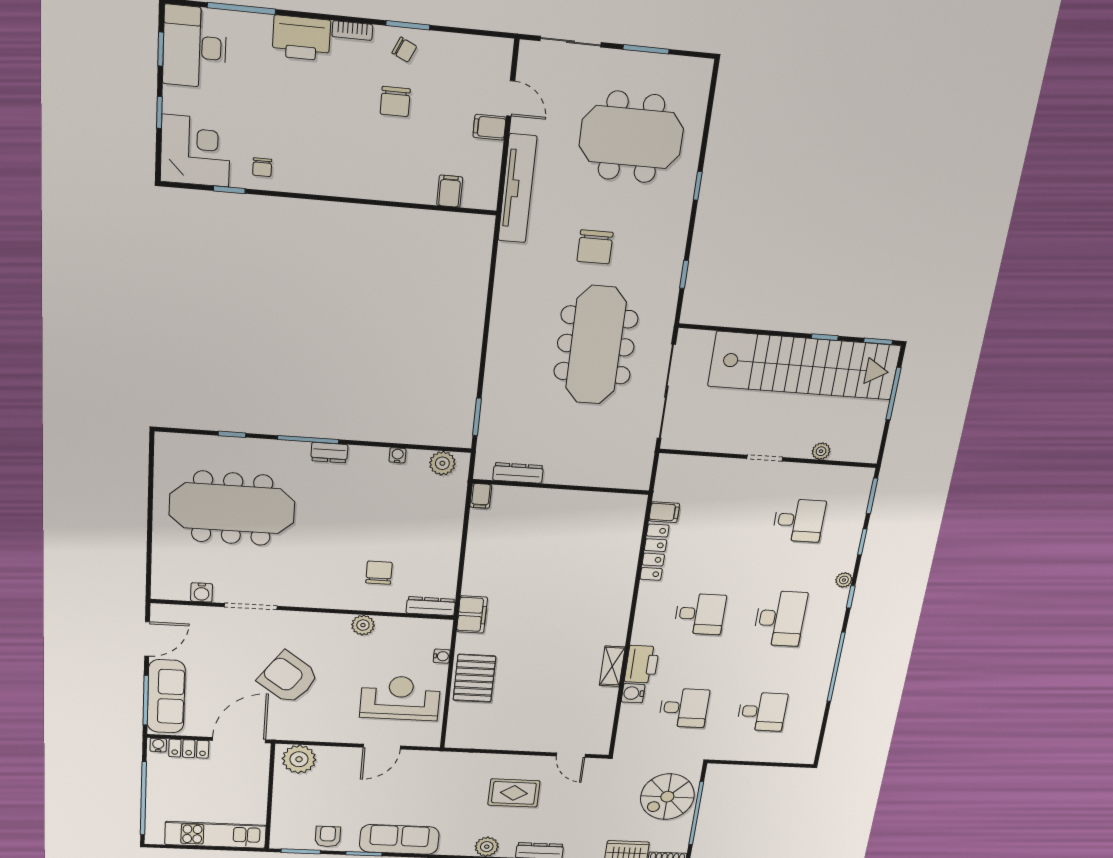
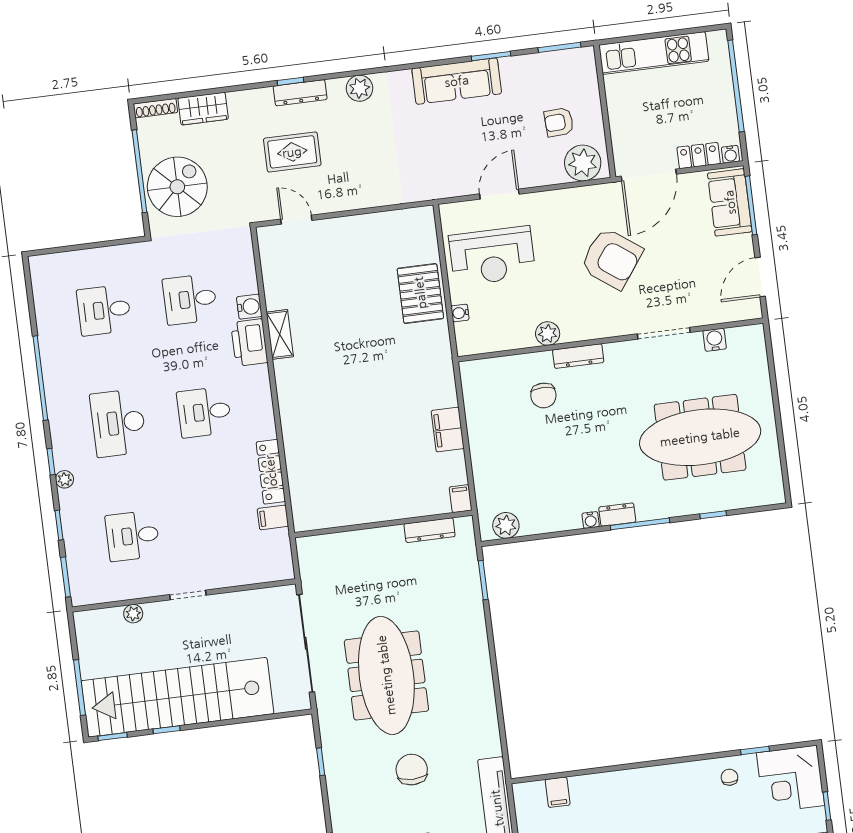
water cooler: (398, 455) -> (591, 520), moved
dresser: (431, 606) -> (578, 356), moved
filing cabinet: (472, 614) -> (448, 430), moved
sofa: (166, 696) -> (730, 202), width x0.73
rug: (514, 793) -> (292, 152), moved
armchair: (328, 837) -> (559, 122), moved, turned 87

